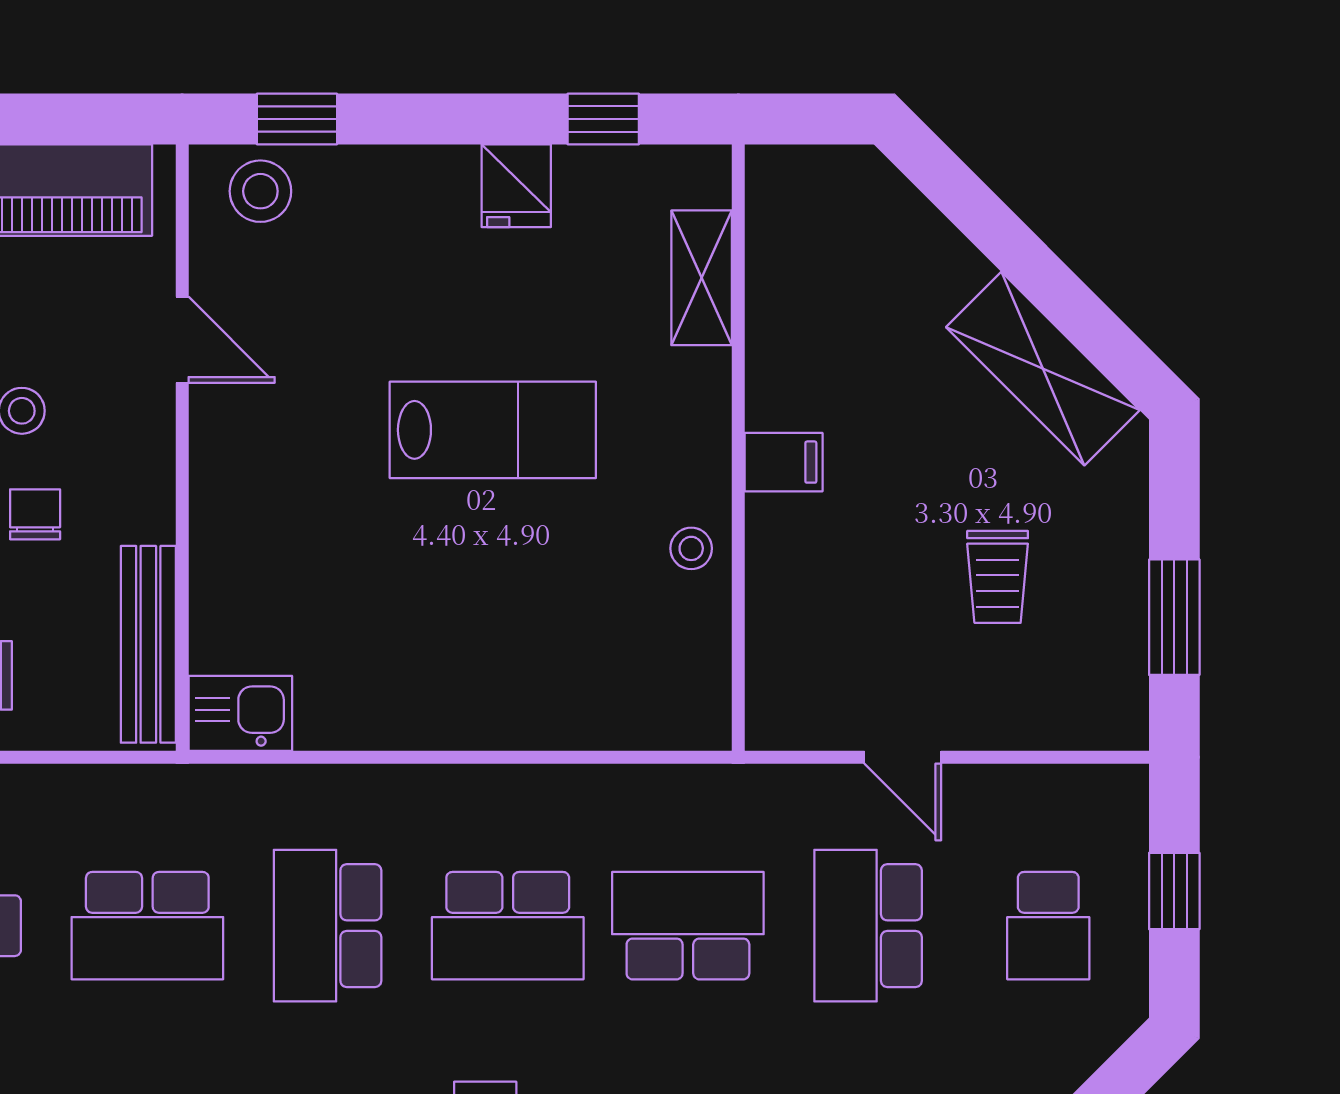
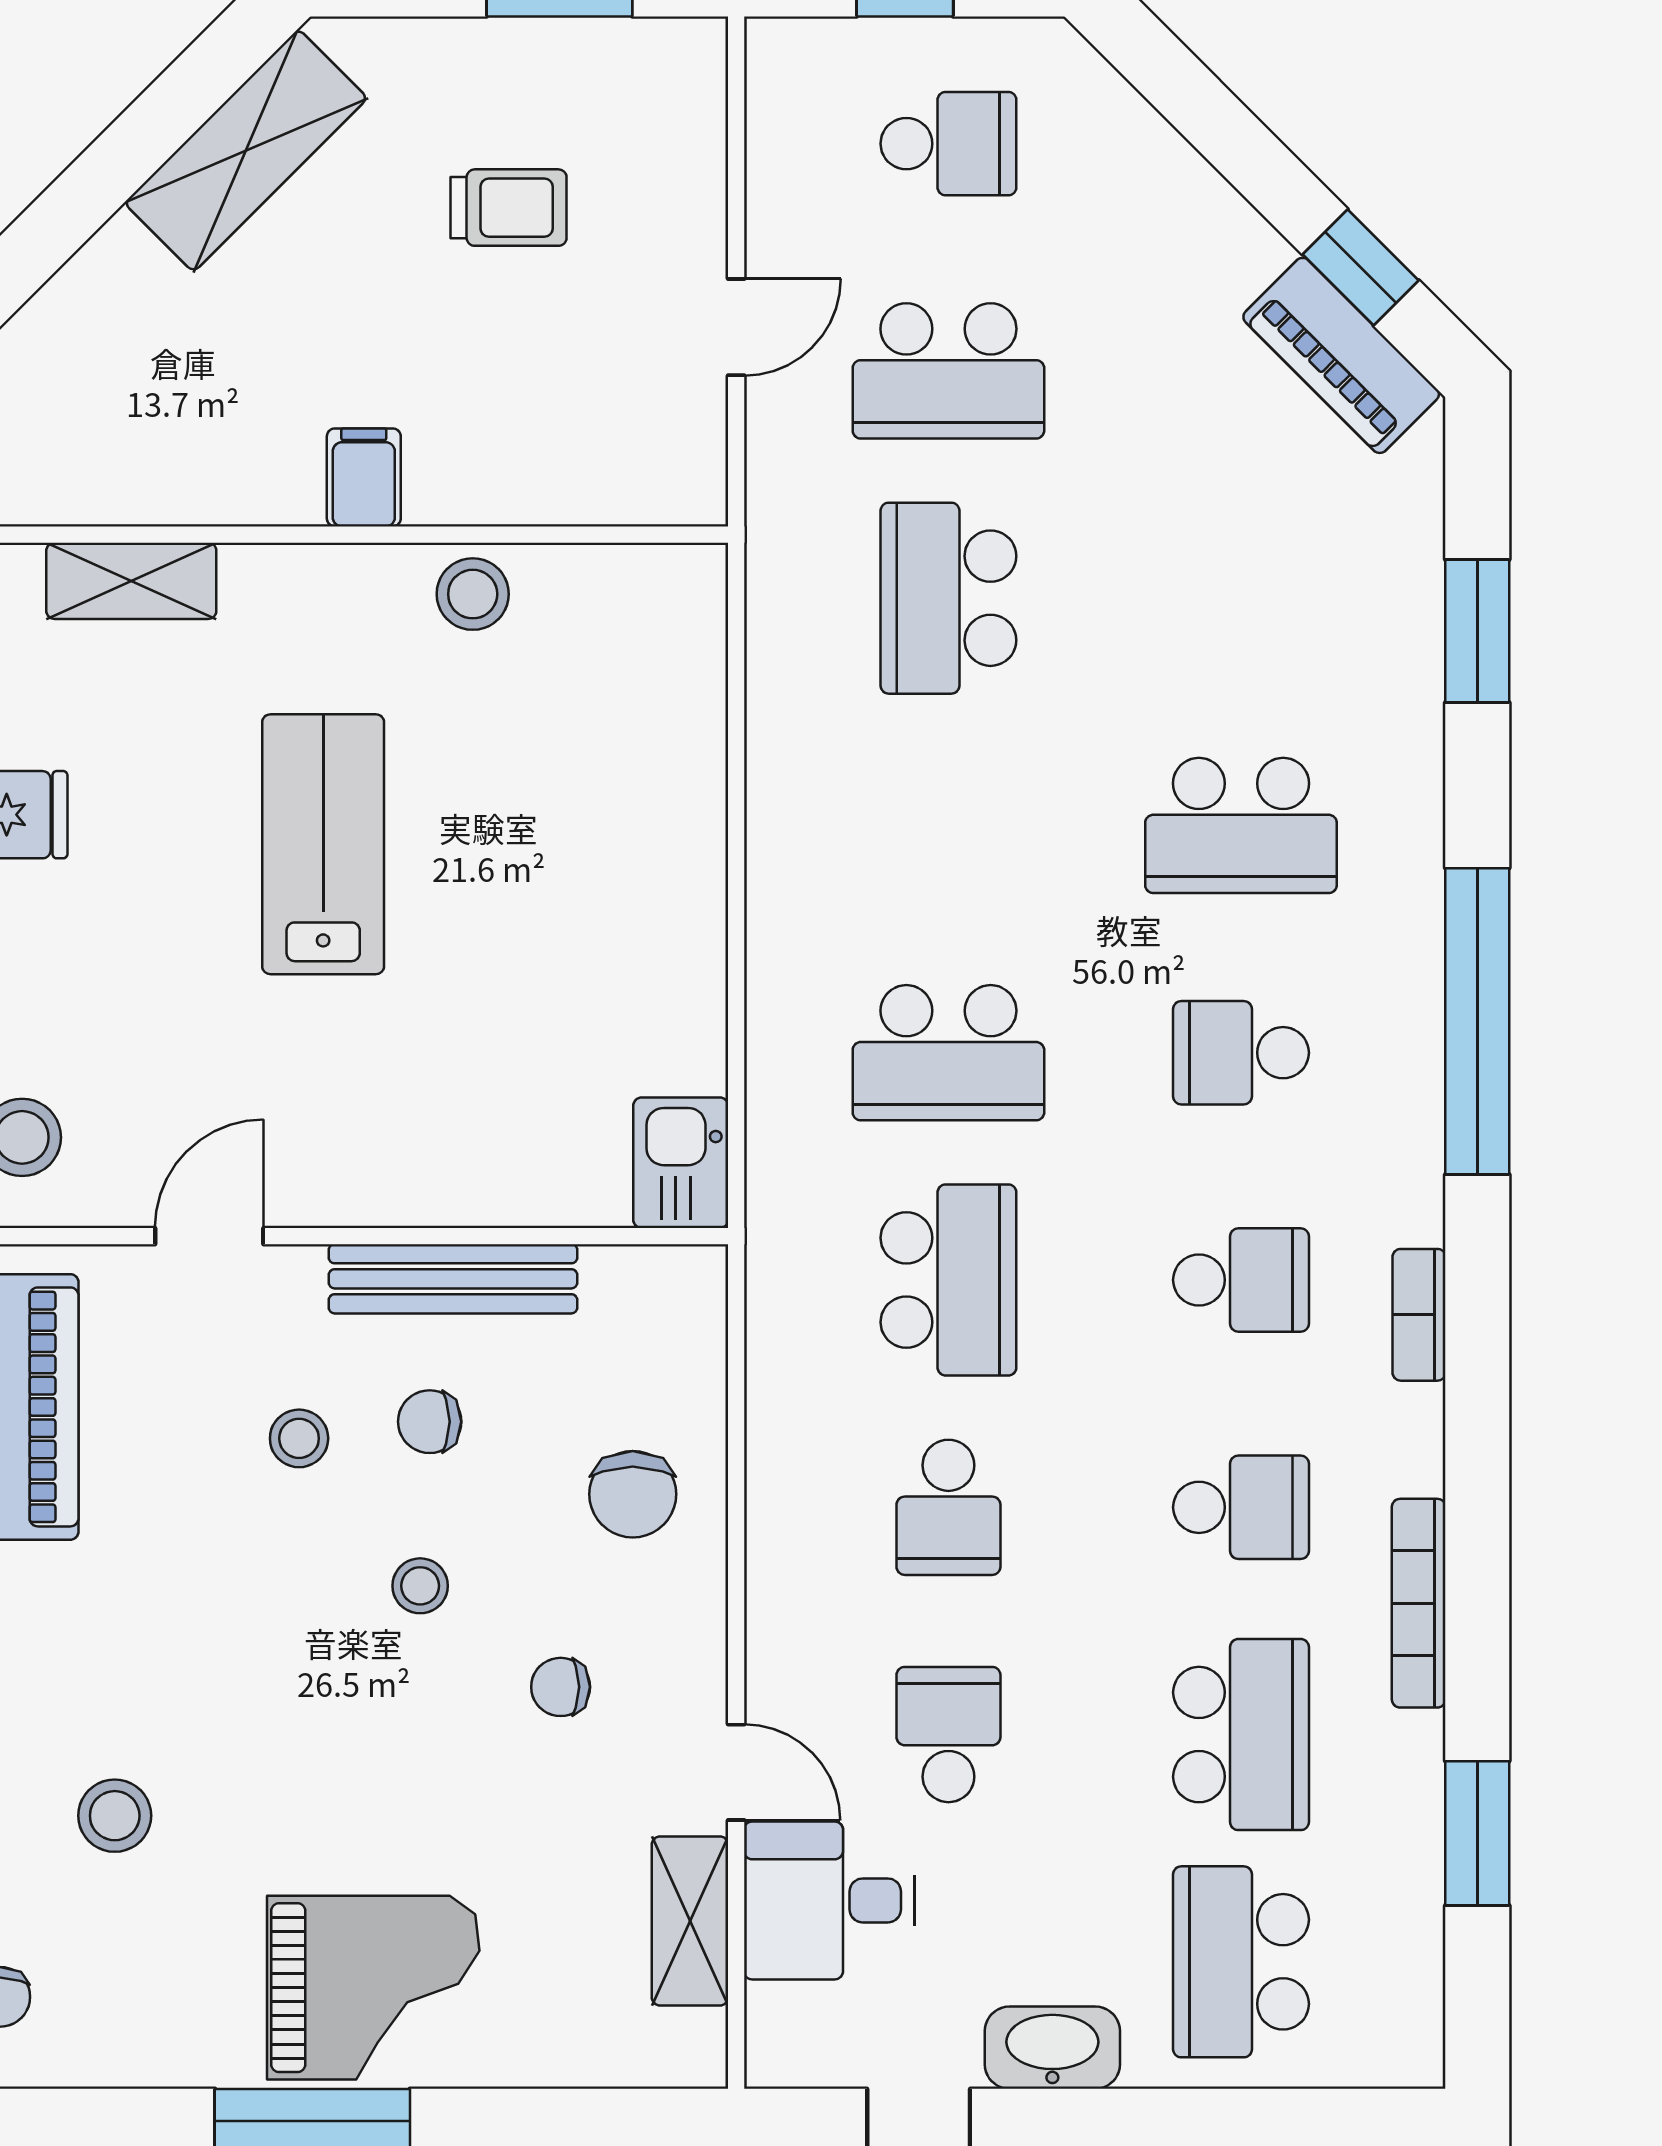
stool: (691, 548) -> (473, 594), width x1.37, depth x1.37
bench: (148, 644) -> (453, 1279), moved
school desk: (508, 926) -> (948, 825), removed

